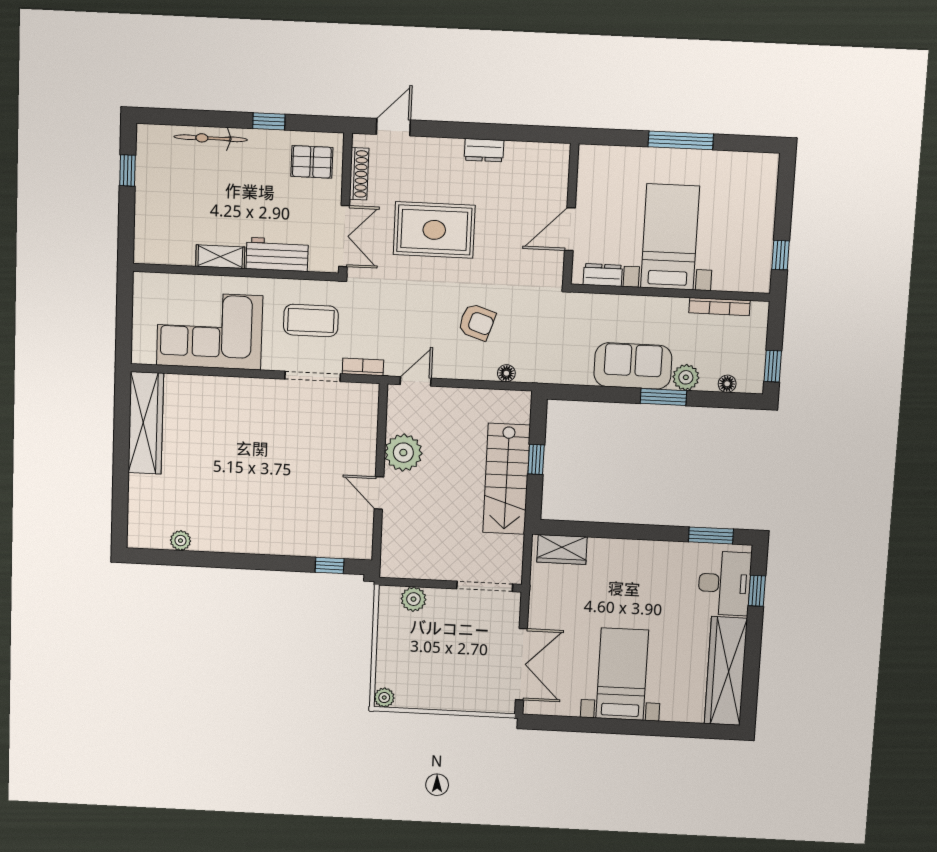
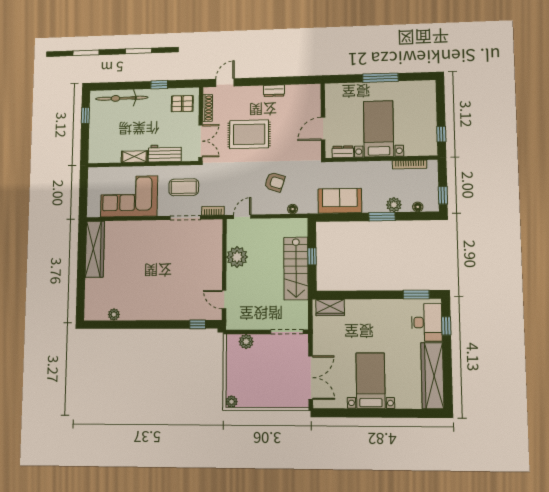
bicycle: (211, 138) -> (122, 98), width x1.37, depth x1.40
sofa: (633, 366) -> (340, 201), moved
door: (379, 493) -> (224, 300), moved

